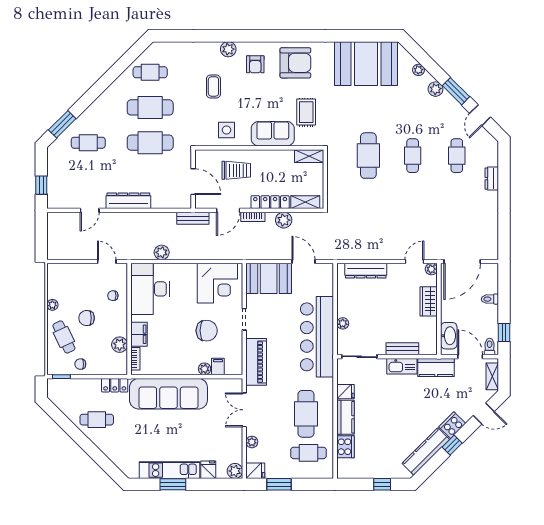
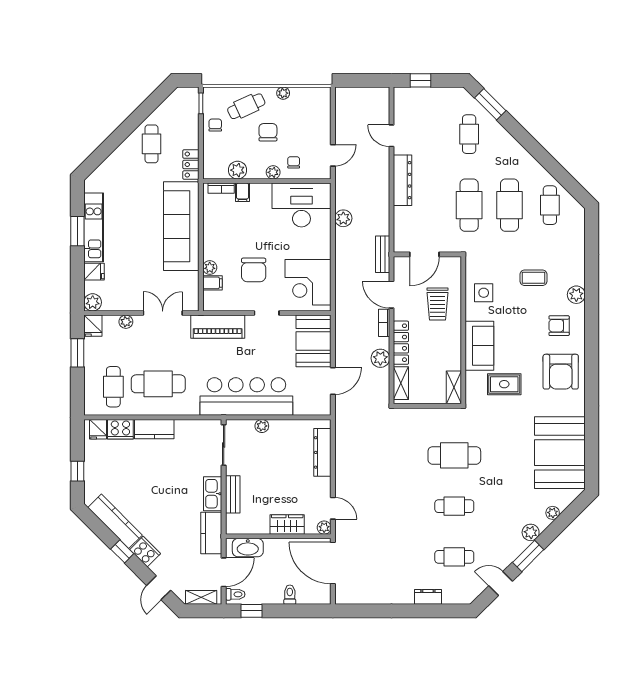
plant: (122, 314) -> (273, 172), added
filing cabinet: (139, 334) -> (243, 192), width x0.50
fridge: (346, 392) -> (98, 429), moved

